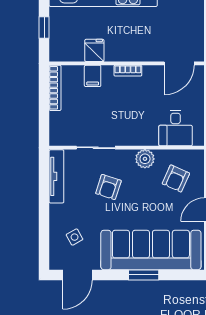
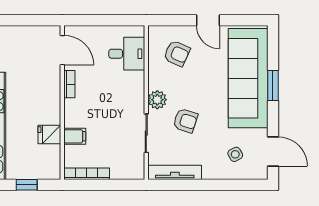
bookcase: (128, 71) -> (69, 84), moved
plant: (145, 159) -> (157, 100), moved

